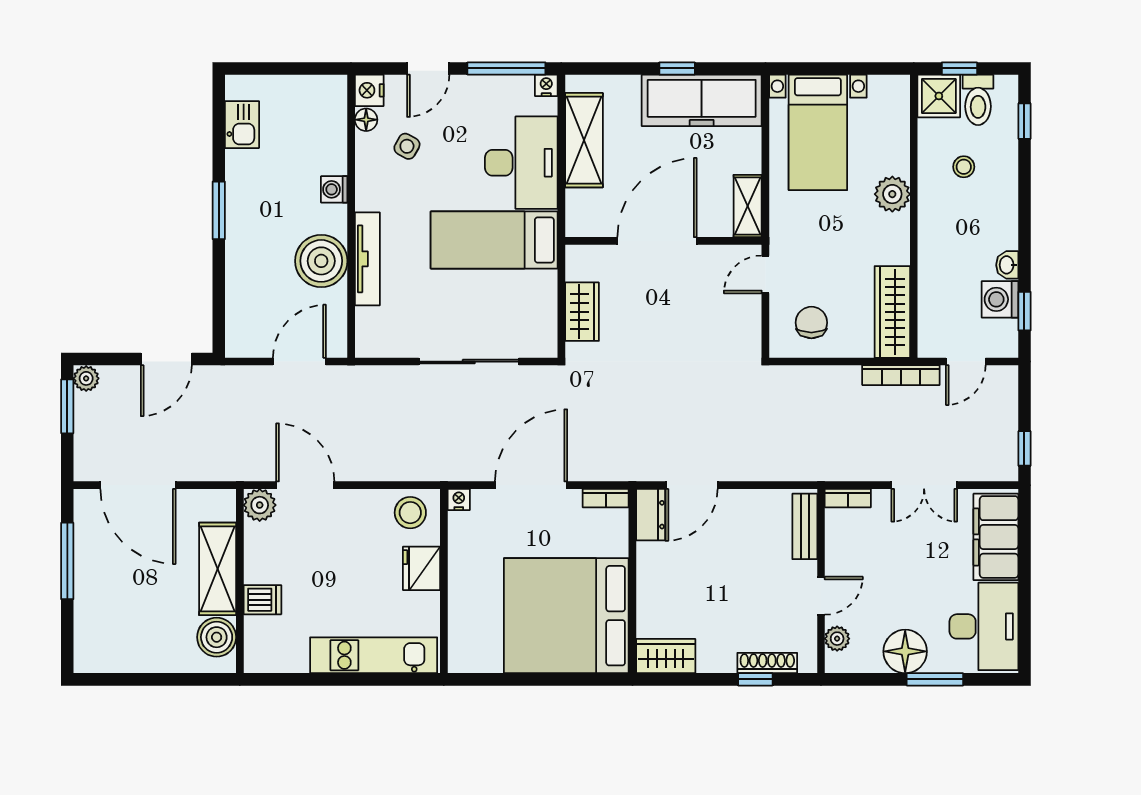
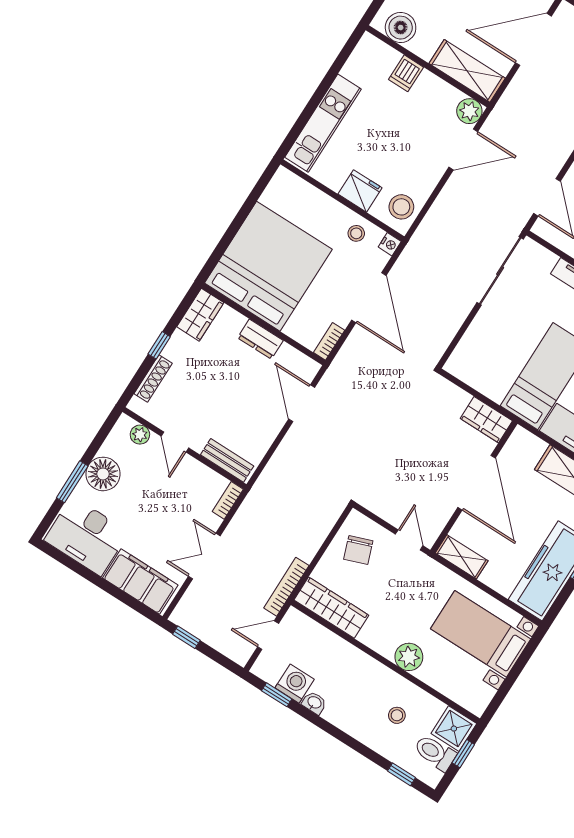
wardrobe: (582, 312) -> (486, 420), moved
chair: (811, 323) -> (358, 550), turned 70
sliding door: (469, 362) -> (500, 271), moved
door: (966, 362) -> (268, 635), hinge flipped
dresser: (651, 515) -> (260, 339), moved
stool: (470, 543) -> (356, 233), added
shelving: (218, 569) -> (467, 71), moved
window: (755, 679) -> (159, 345), moved

